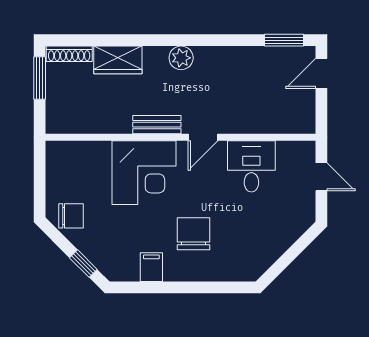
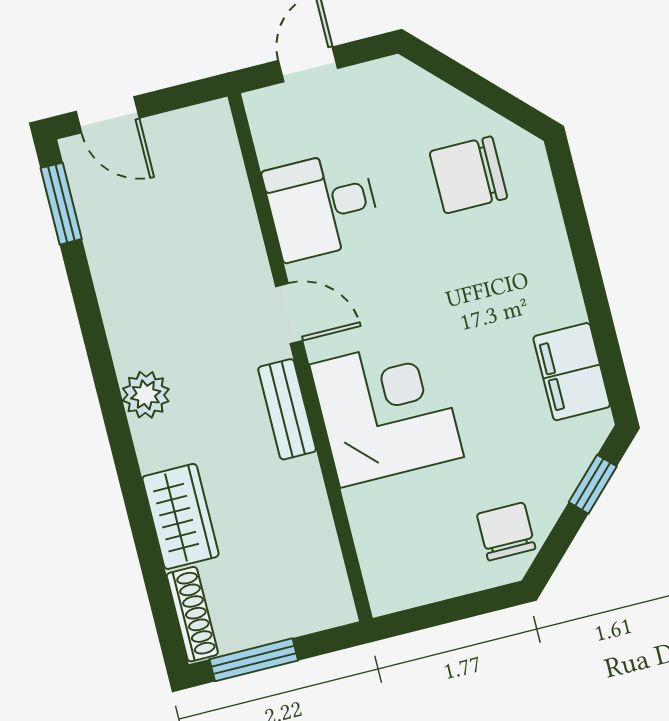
chair: (193, 234) -> (468, 175), moved
filing cabinet: (151, 267) -> (572, 372), width x2.00

